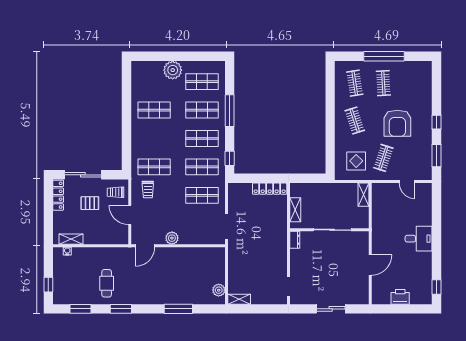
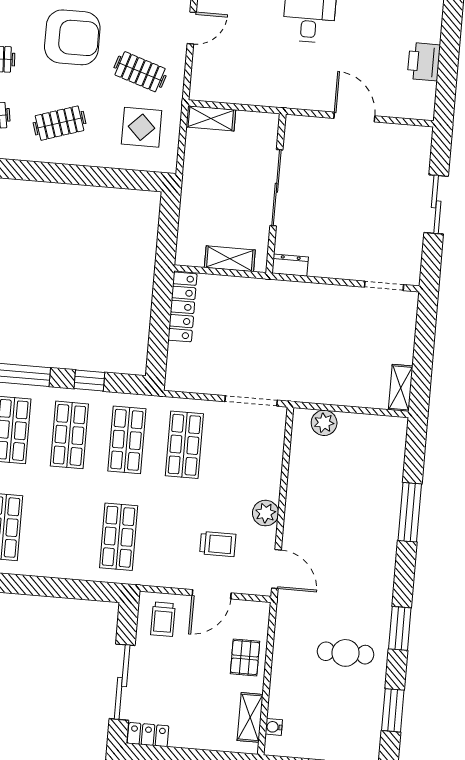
window: (230, 158) -> (89, 381), moved
trolley: (148, 190) -> (218, 544), moved
locker: (58, 195) -> (148, 735), width x0.66
pallet: (90, 203) -> (245, 658), moved
plant: (219, 290) -> (324, 423), moved

